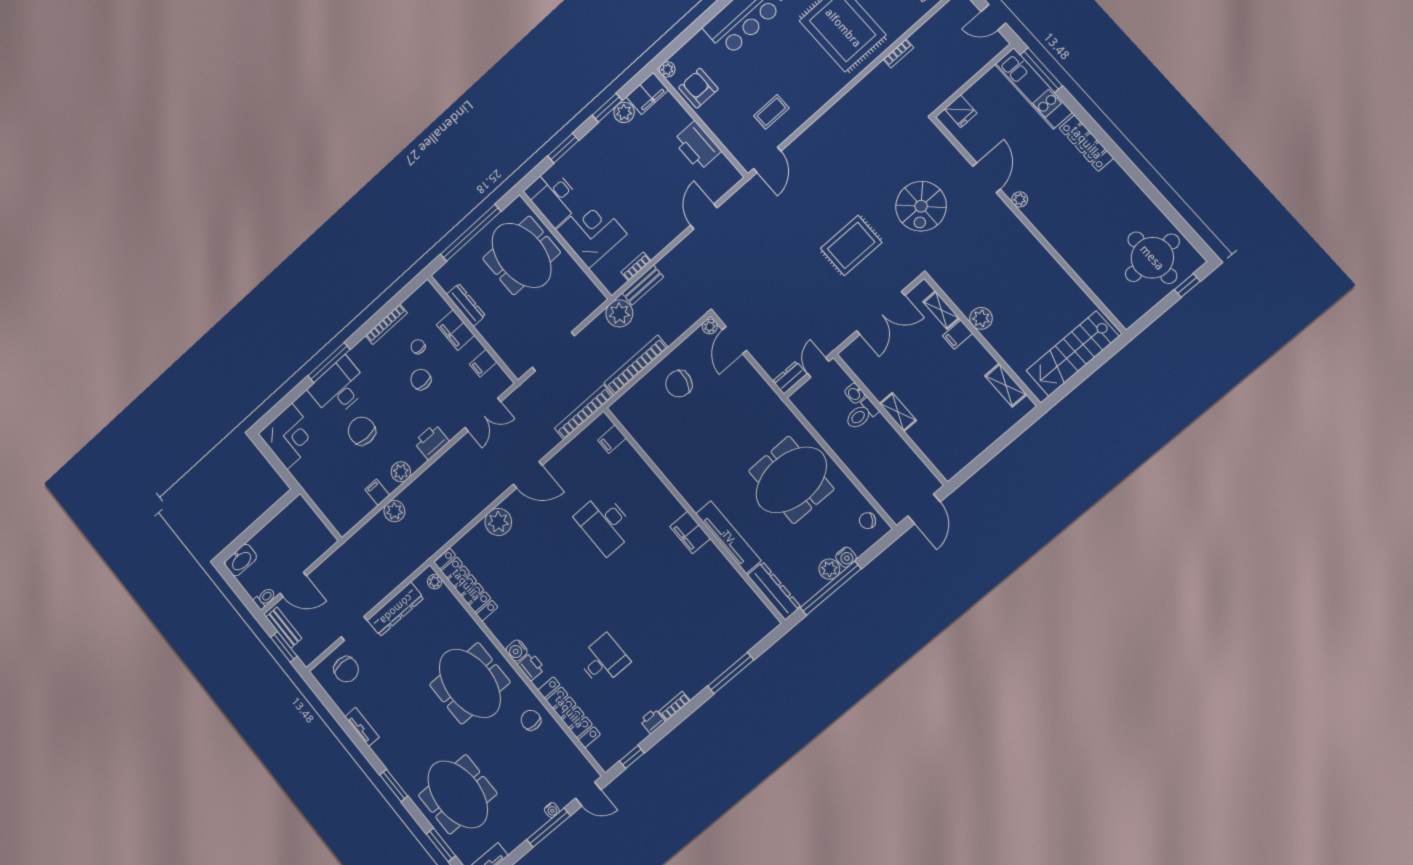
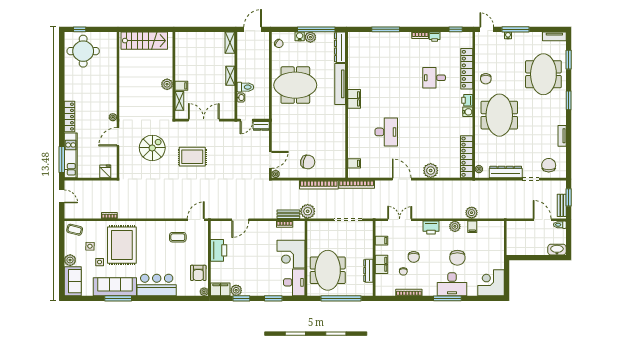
shelving: (1006, 385) -> (230, 43), moved

